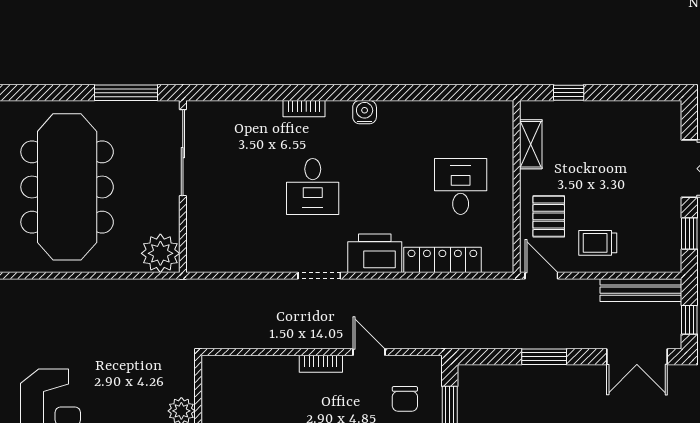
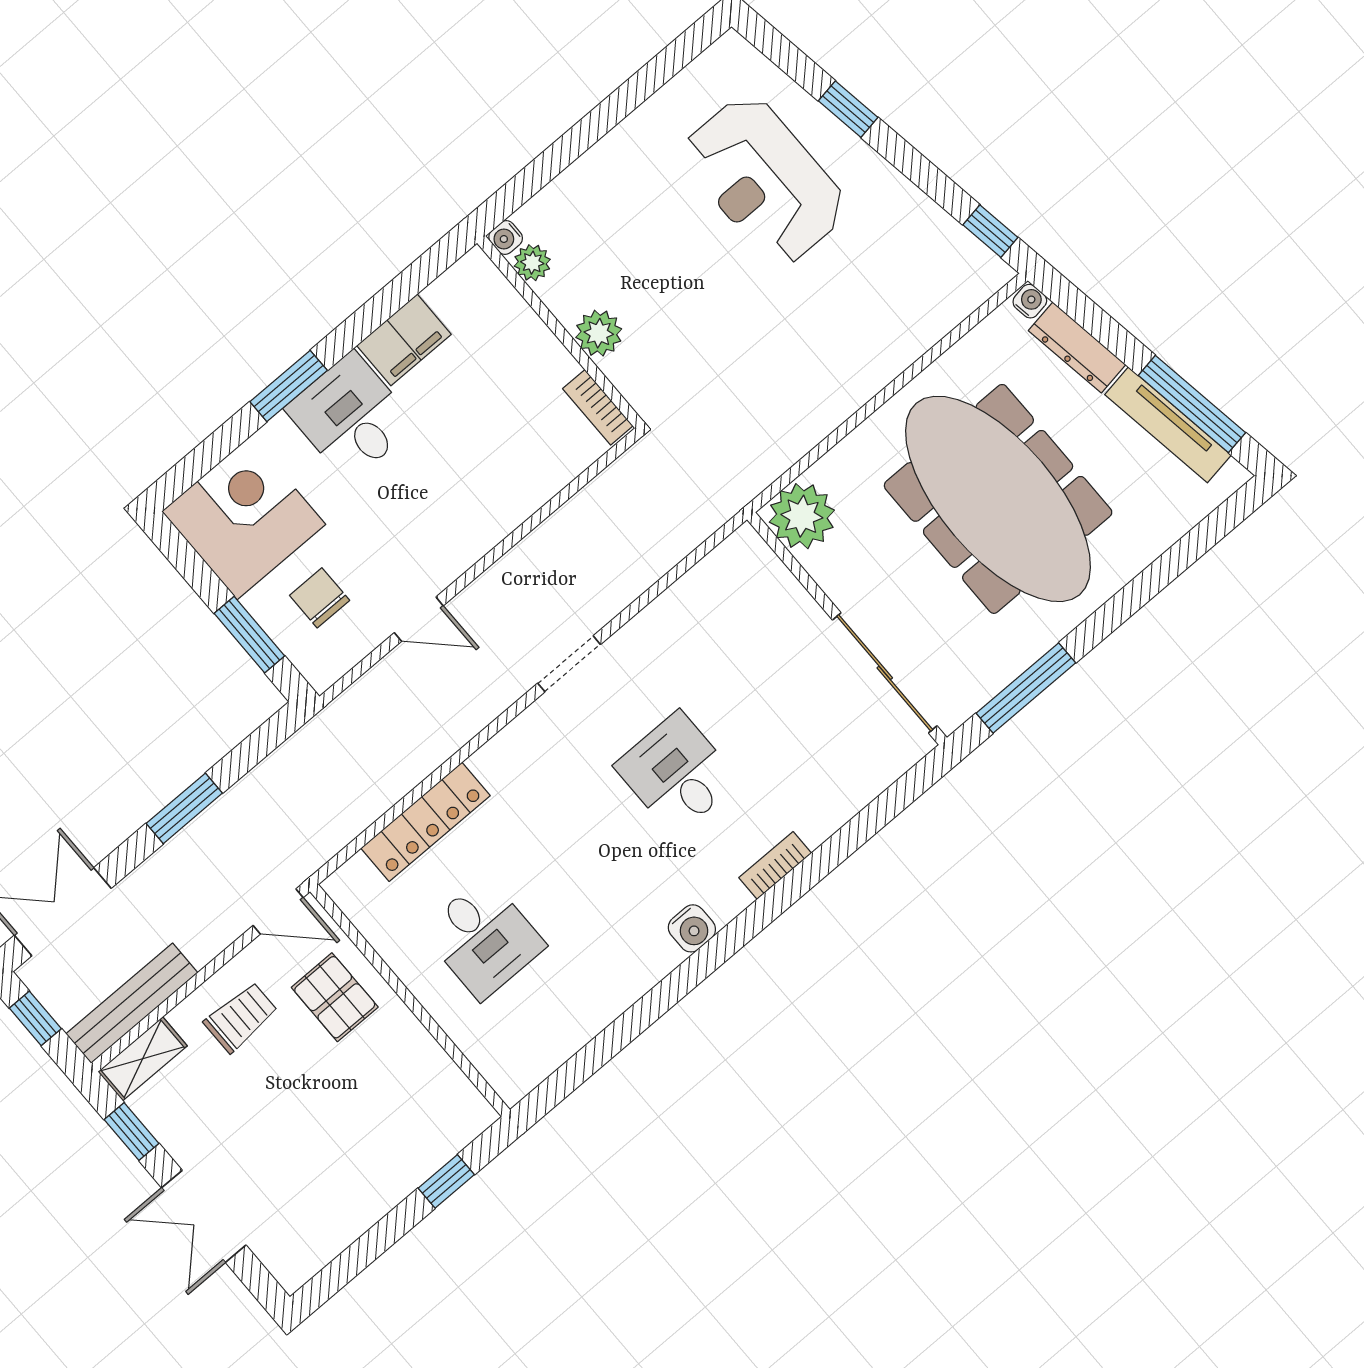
shelving: (531, 144) -> (143, 1059), moved, turned 90
printer: (375, 253) -> (521, 755), removed
bookcase: (321, 364) -> (598, 407), moved, turned -90

